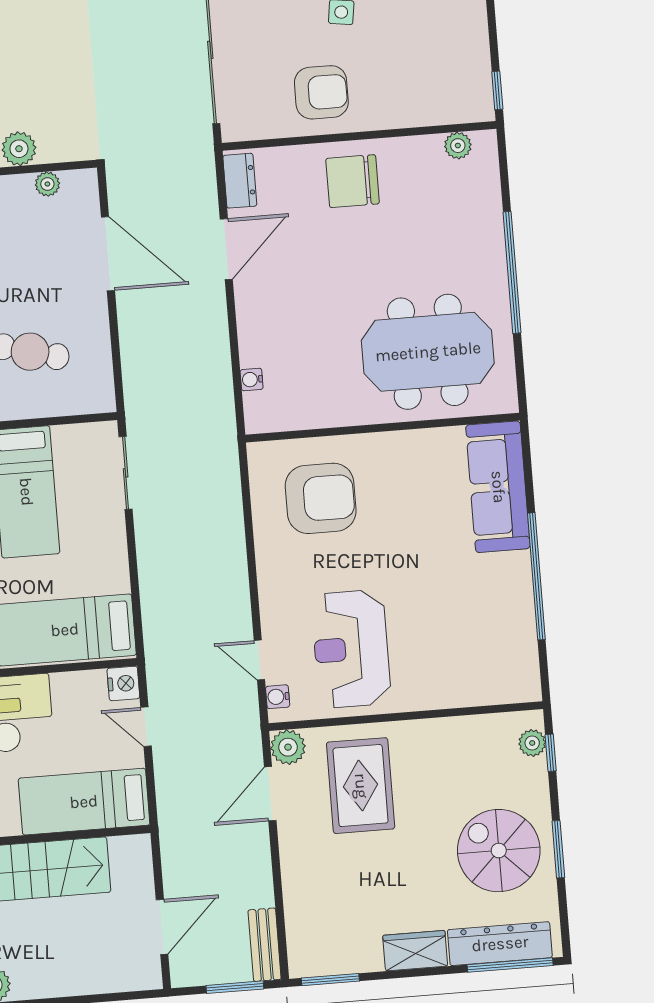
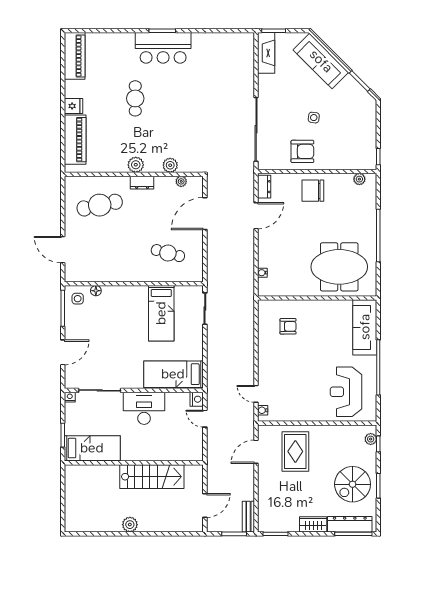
door: (108, 254) -> (205, 214), swing flipped
armchair: (321, 498) -> (288, 326), width x0.53, depth x0.53
reception desk: (351, 649) -> (346, 392), moved
plant: (288, 747) -> (265, 432), removed
bed: (84, 802) -> (176, 449), removed
spiral stairs: (499, 851) -> (353, 484), turned -90

